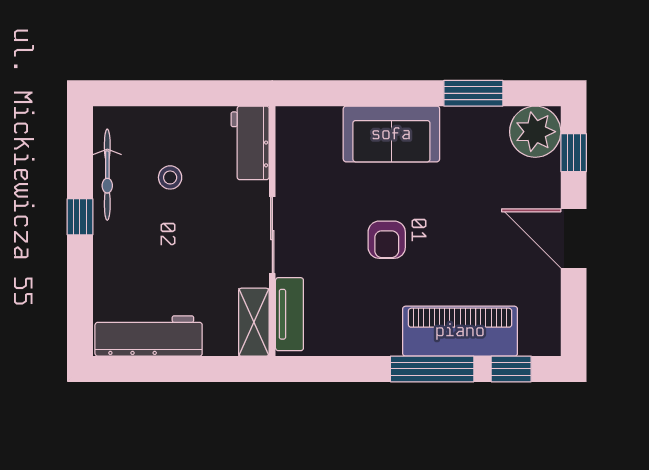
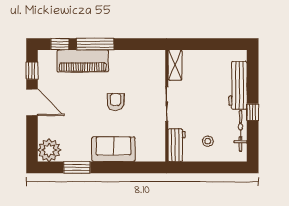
window: (574, 153) -> (32, 71), moved
stool: (170, 177) -> (208, 141), moved
tv unit: (289, 314) -> (159, 69), removed
workbench: (149, 336) -> (238, 85), moved, turned 90

